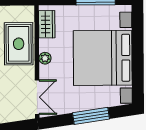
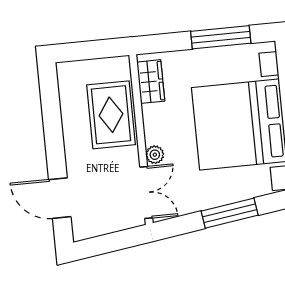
plant: (45, 58) -> (155, 155), moved

